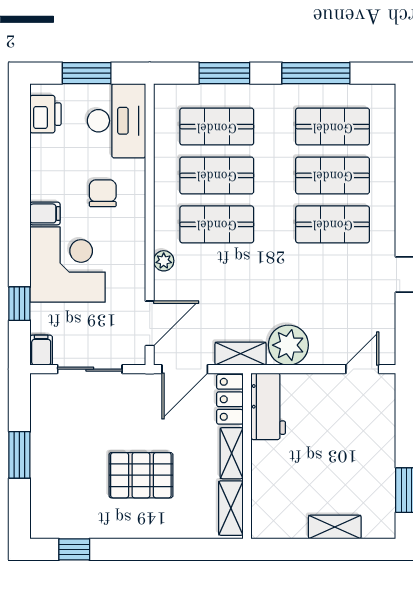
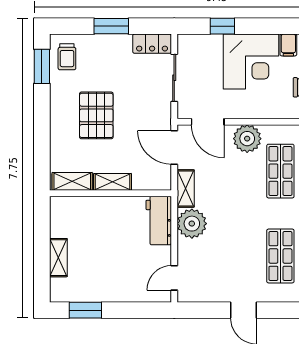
plant: (164, 261) -> (247, 139), width x1.88, depth x1.88
filing cabinet: (41, 350) -> (188, 42), removed
door: (362, 369) -> (174, 278), swing flipped
locker: (230, 399) -> (152, 44), moved, turned 180
workbench: (268, 406) -> (159, 221), moved, turned 90
trolley: (61, 515) -> (67, 57), added
window: (74, 549) -> (42, 66), width x1.50

